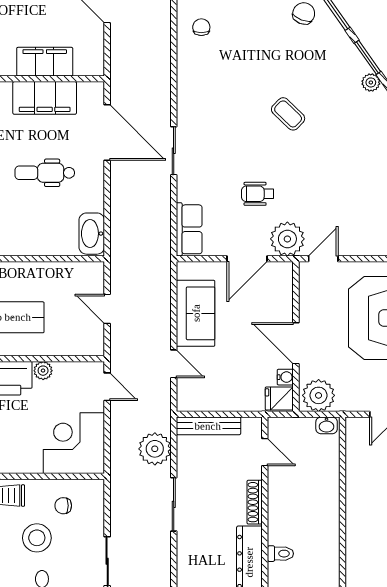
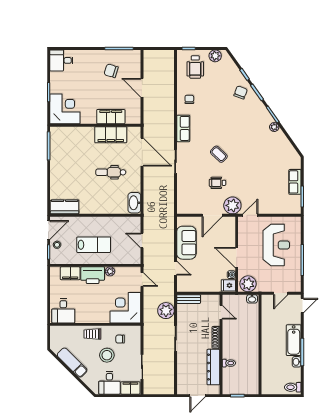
coffee table: (288, 114) -> (219, 154), moved
row of seats: (189, 229) -> (183, 128), moved
bench: (208, 426) -> (189, 299), width x0.73

